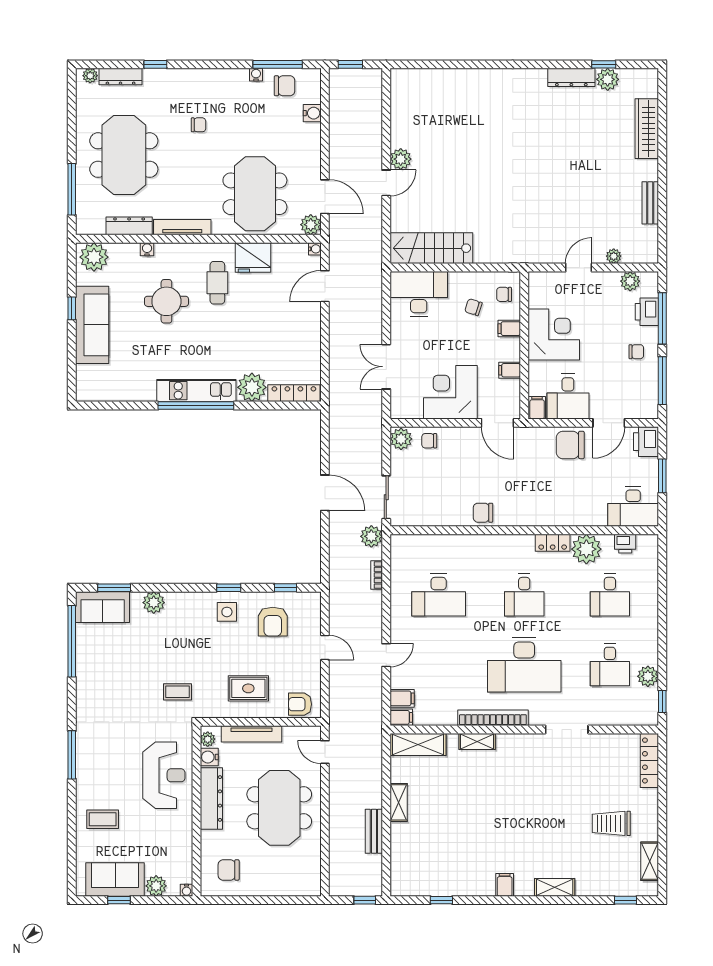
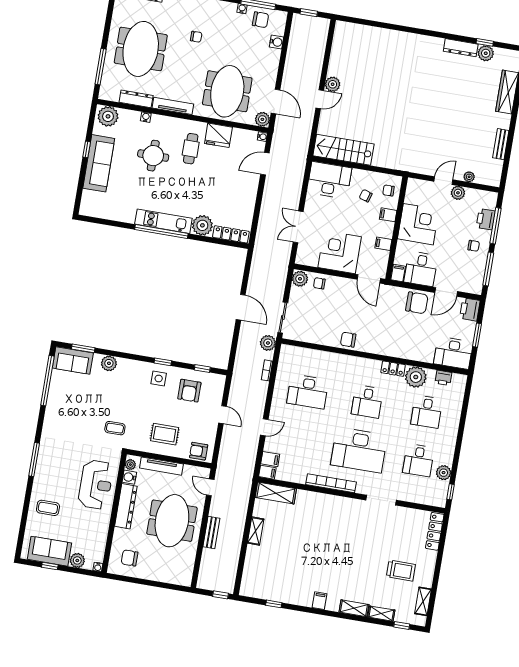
plant: (630, 281) -> (458, 193), moved
chair: (570, 445) -> (417, 303), turned 180
shelving: (477, 741) -> (381, 614), moved
trolley: (611, 823) -> (401, 571), turned 180
bench: (374, 831) -> (211, 533), moved

